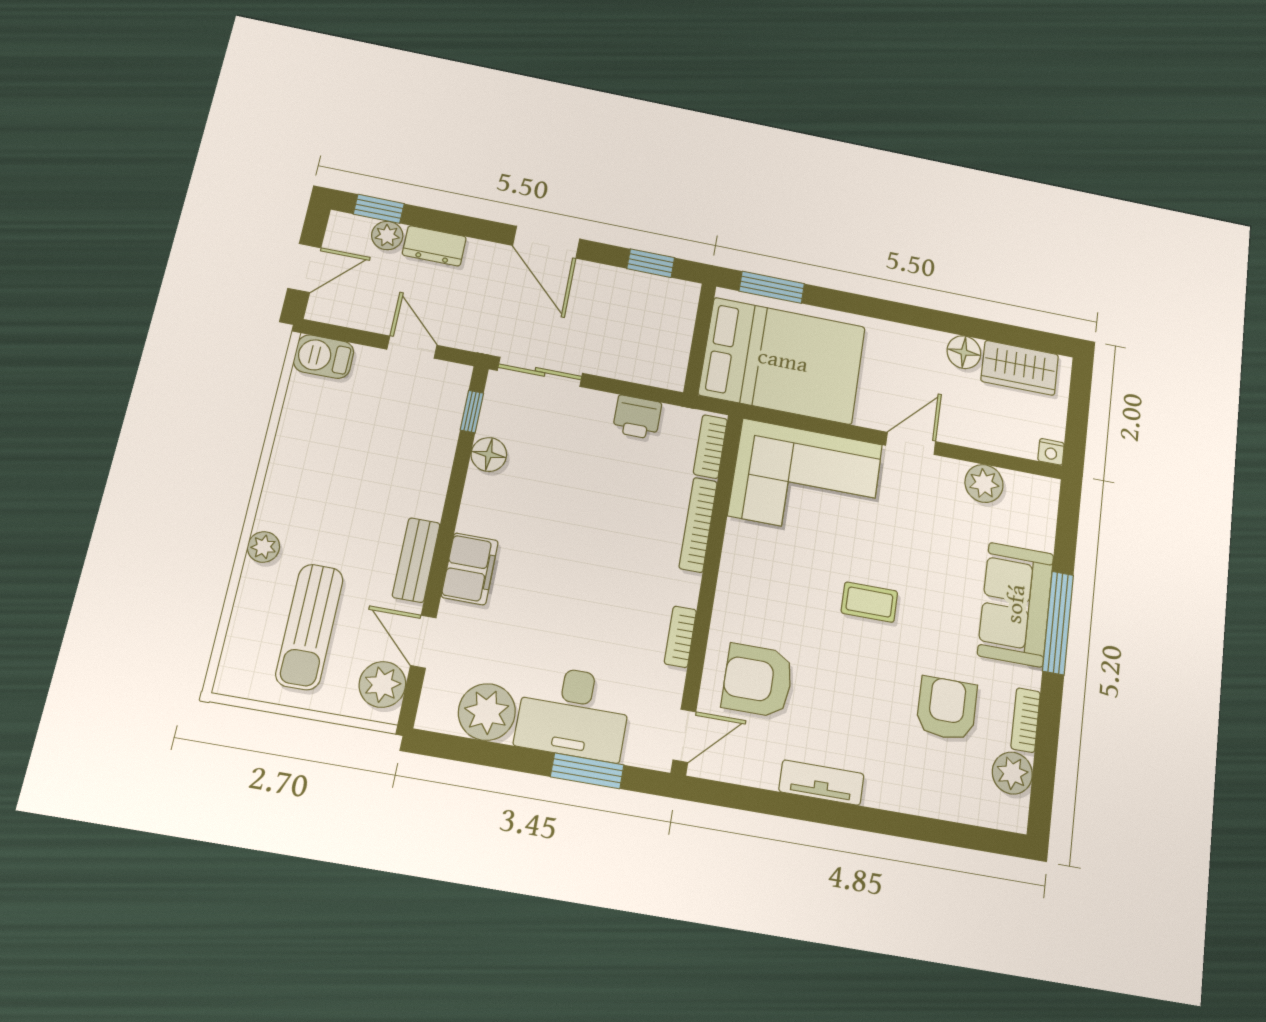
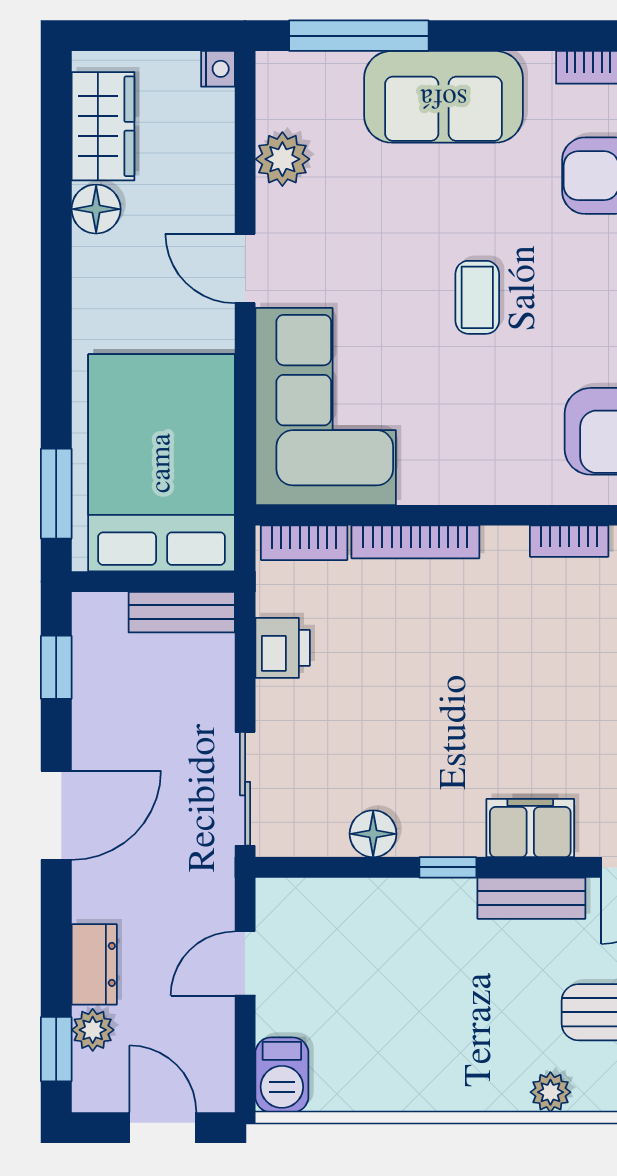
bench: (675, 354) -> (182, 612), added
window: (472, 412) -> (448, 867), moved
window: (1058, 623) -> (359, 36), moved

